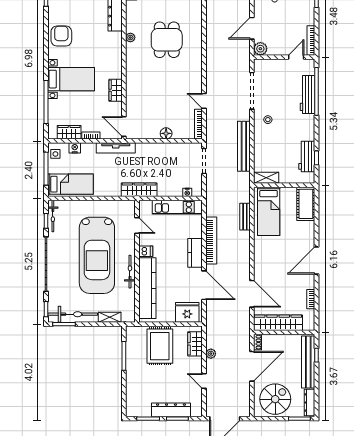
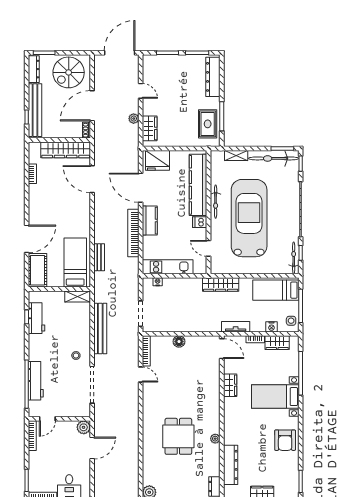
tv unit: (116, 148) -> (236, 327), width x0.71
wardrobe: (139, 190) -> (221, 284), moved
door: (317, 260) -> (27, 239), moved
rug: (160, 346) -> (208, 124), moved, width x0.73, depth x0.70
dresser: (171, 410) -> (213, 77), moved, turned 90

